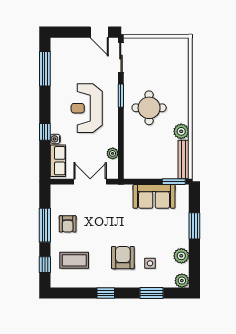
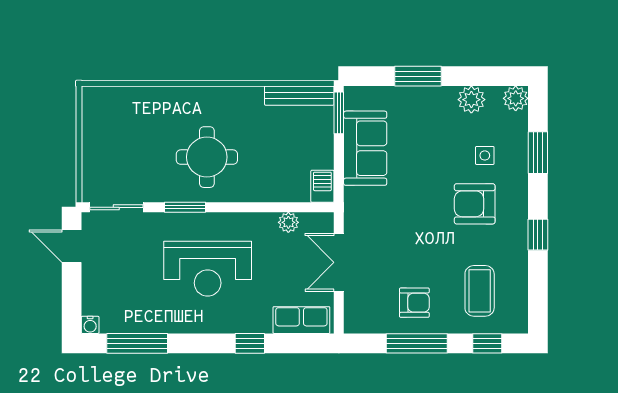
door: (99, 32) -> (72, 246), swing flipped
plant: (181, 131) -> (249, 100), removed
water cooler: (55, 139) -> (90, 325), moved
barbecue: (133, 172) -> (322, 186), added

